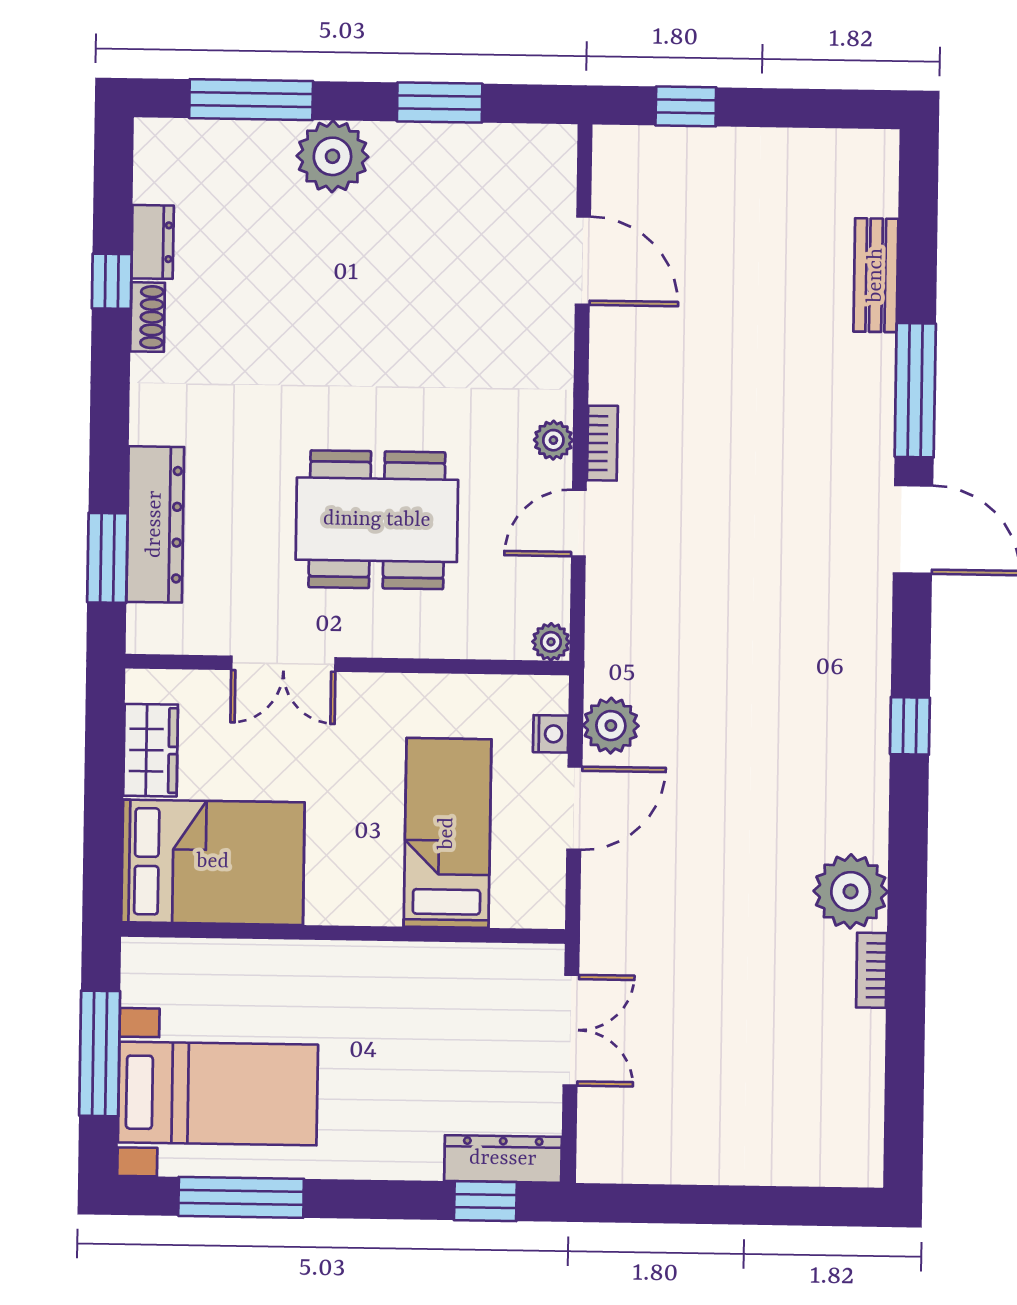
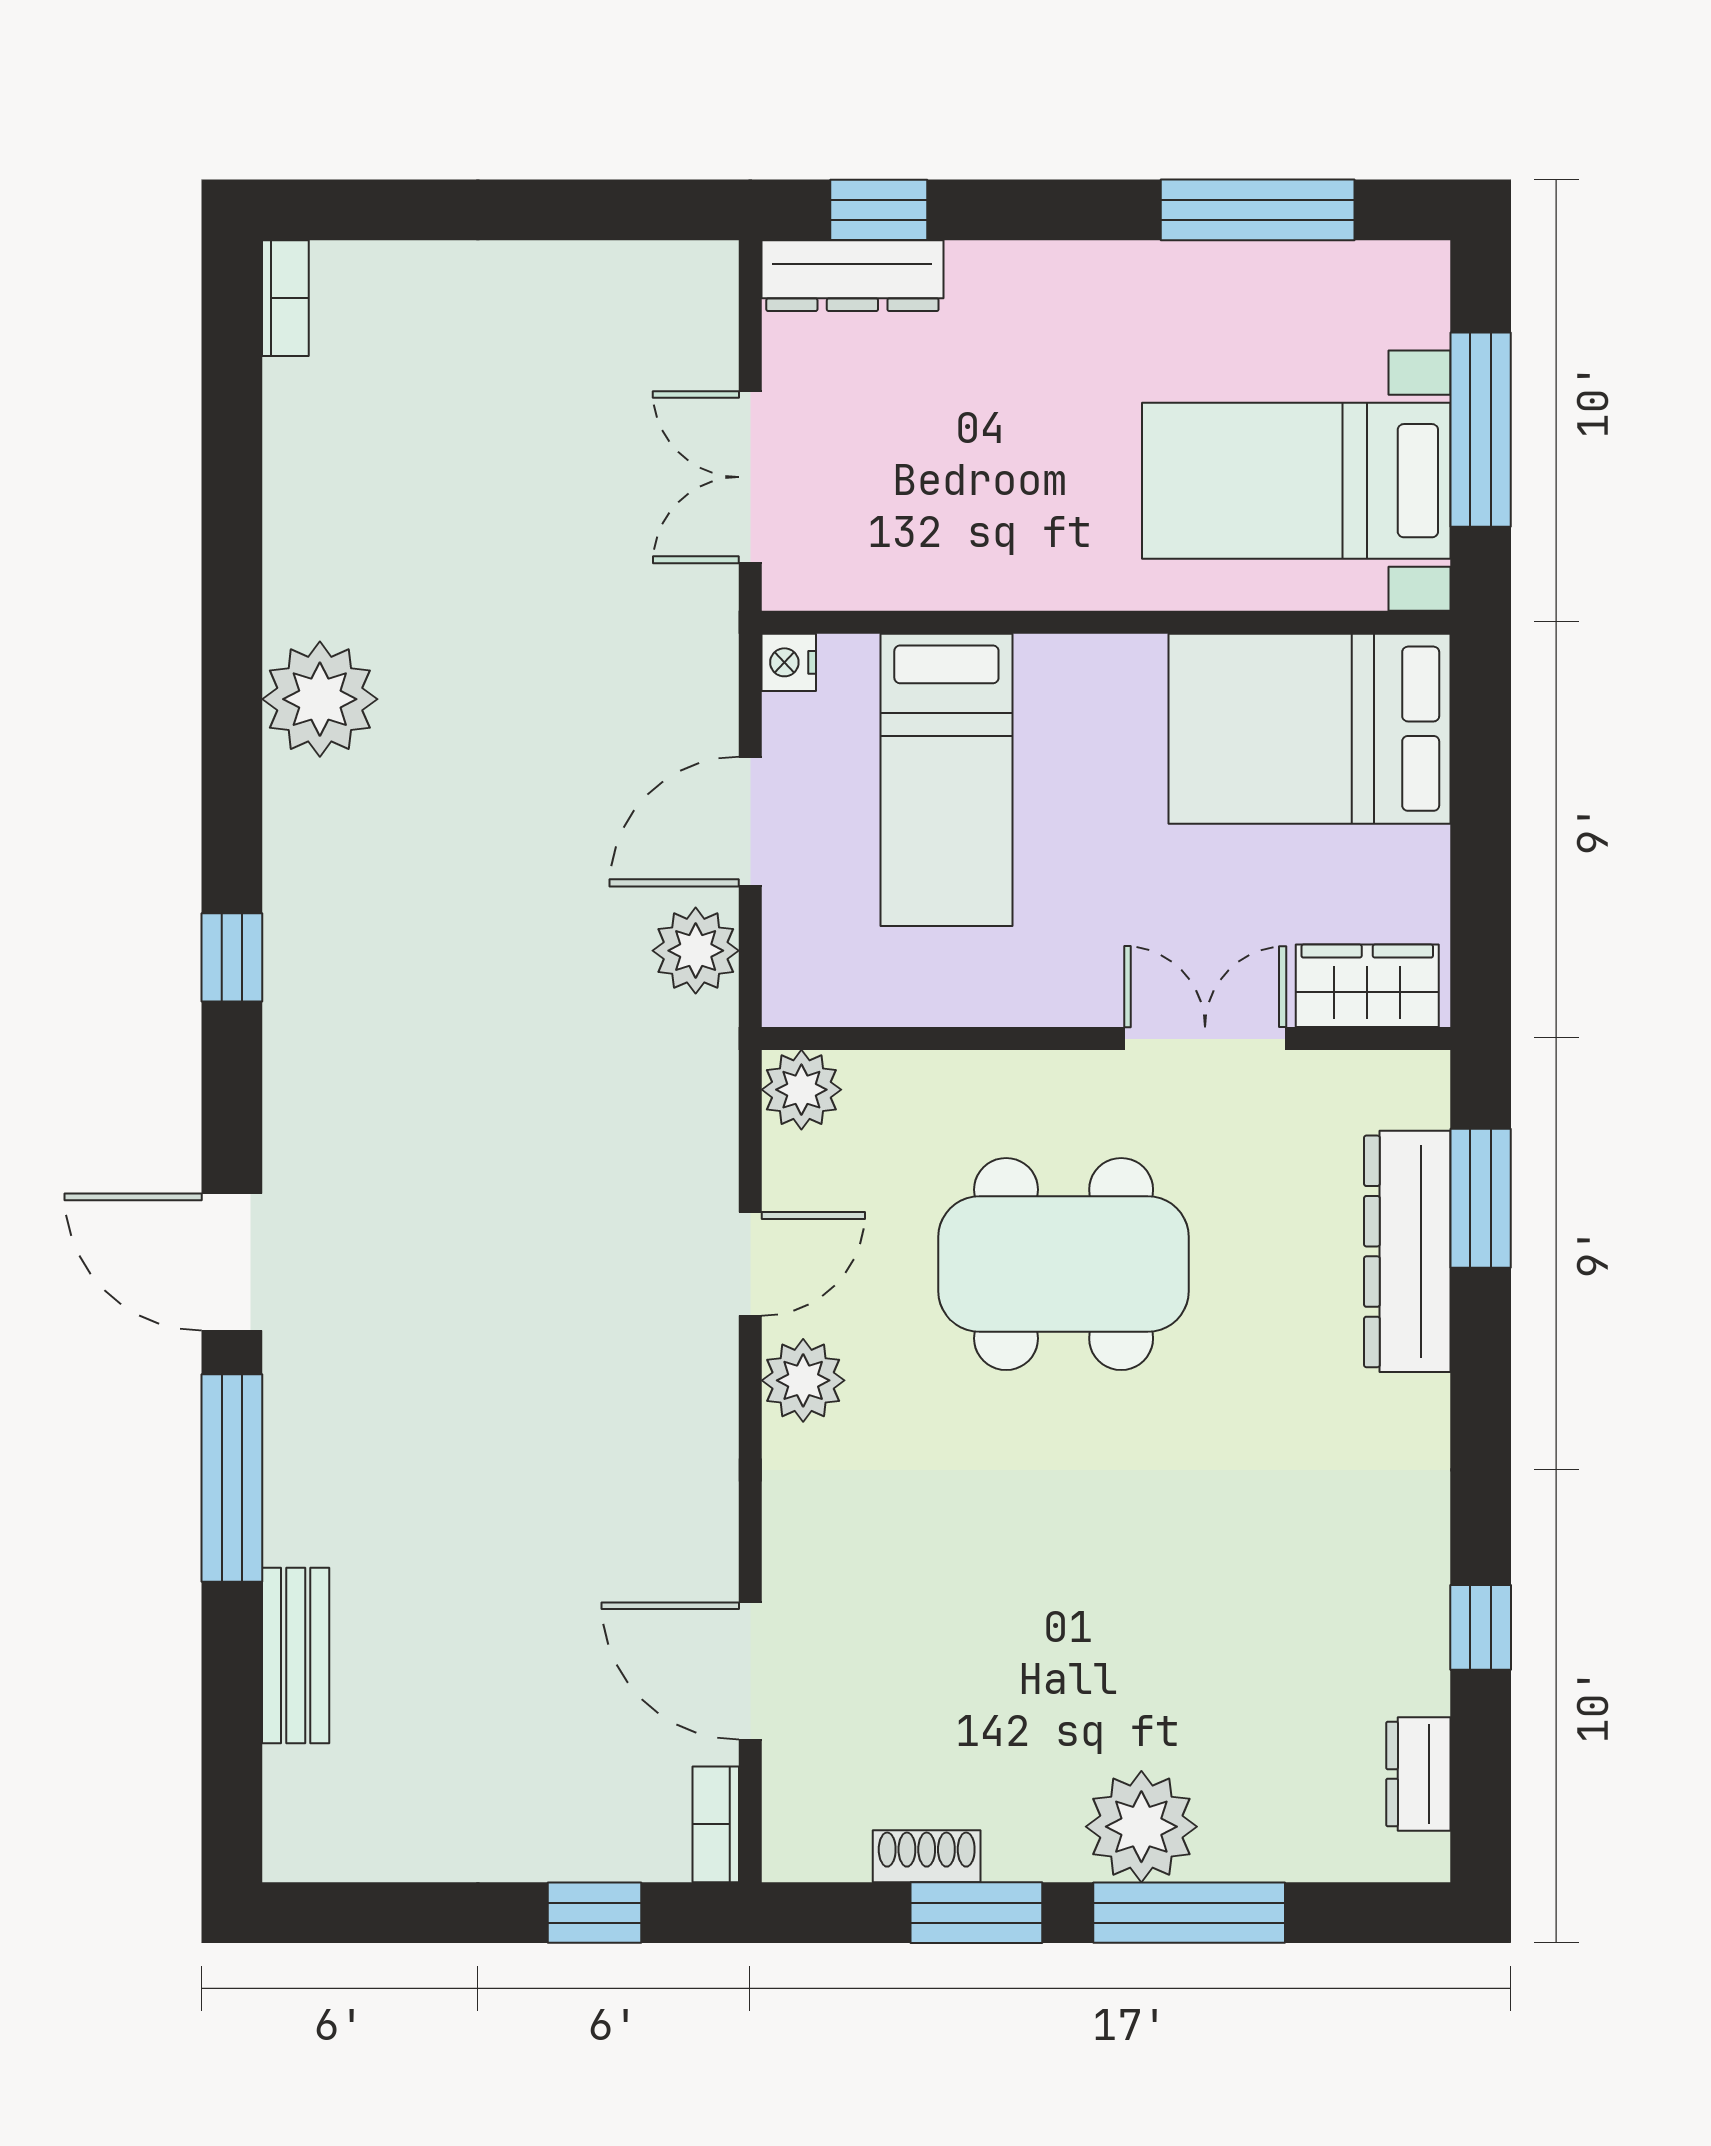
window: (251, 100) -> (1189, 1913), moved
dresser: (153, 242) -> (1418, 1774), moved
shoe rack: (148, 317) -> (927, 1856), moved, turned 90
plant: (553, 440) -> (803, 1380), width x1.38, depth x1.38
bookcase: (602, 443) -> (716, 1824), moved
plant: (551, 642) -> (801, 1090), width x1.38, depth x1.38
nightstand: (551, 734) -> (789, 662), moved
wardrobe: (151, 750) -> (1367, 986), moved, turned 90
bookcase: (872, 970) -> (285, 298), moved
bed with nightstands: (218, 1093) -> (1296, 481), moved

